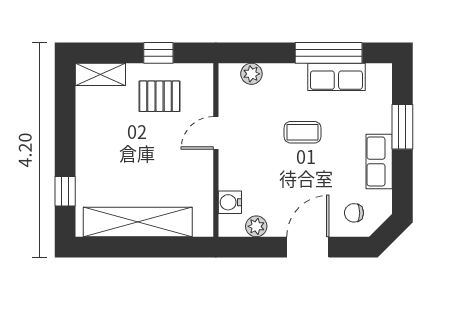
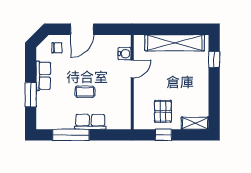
plant: (251, 74) -> (113, 124), removed
row of seats: (336, 77) -> (90, 122), moved
pallet: (160, 96) -> (163, 111), turned 90
door: (216, 133) -> (132, 69), moved
plant: (256, 226) -> (110, 41), removed

